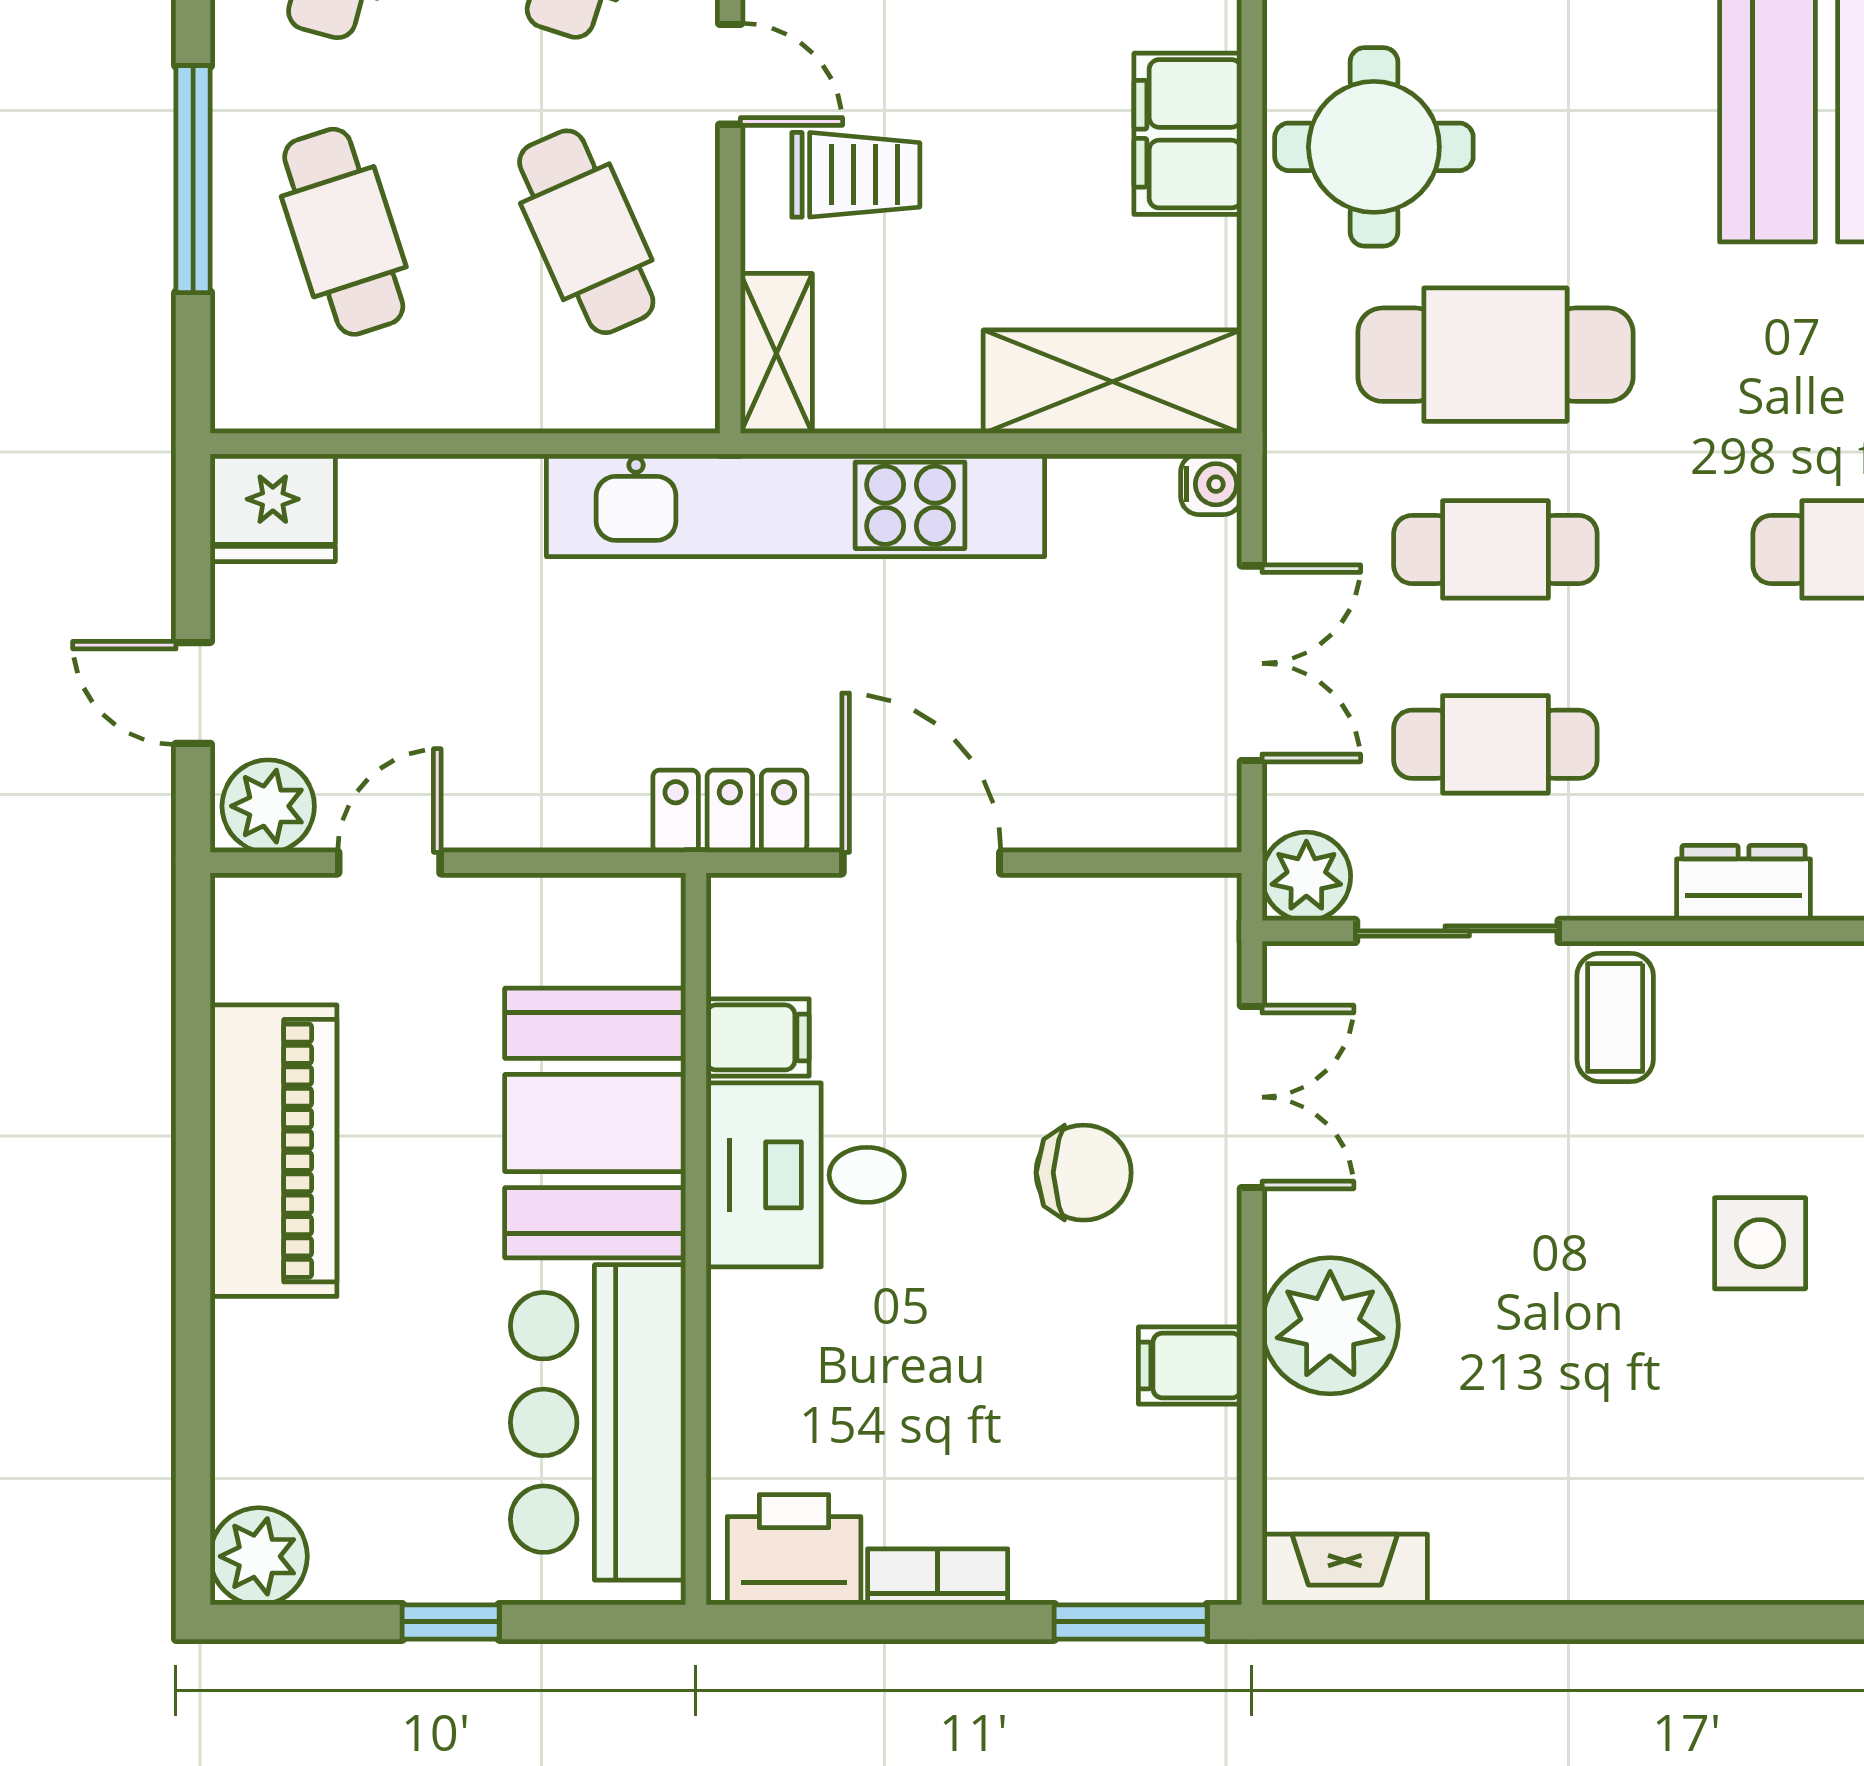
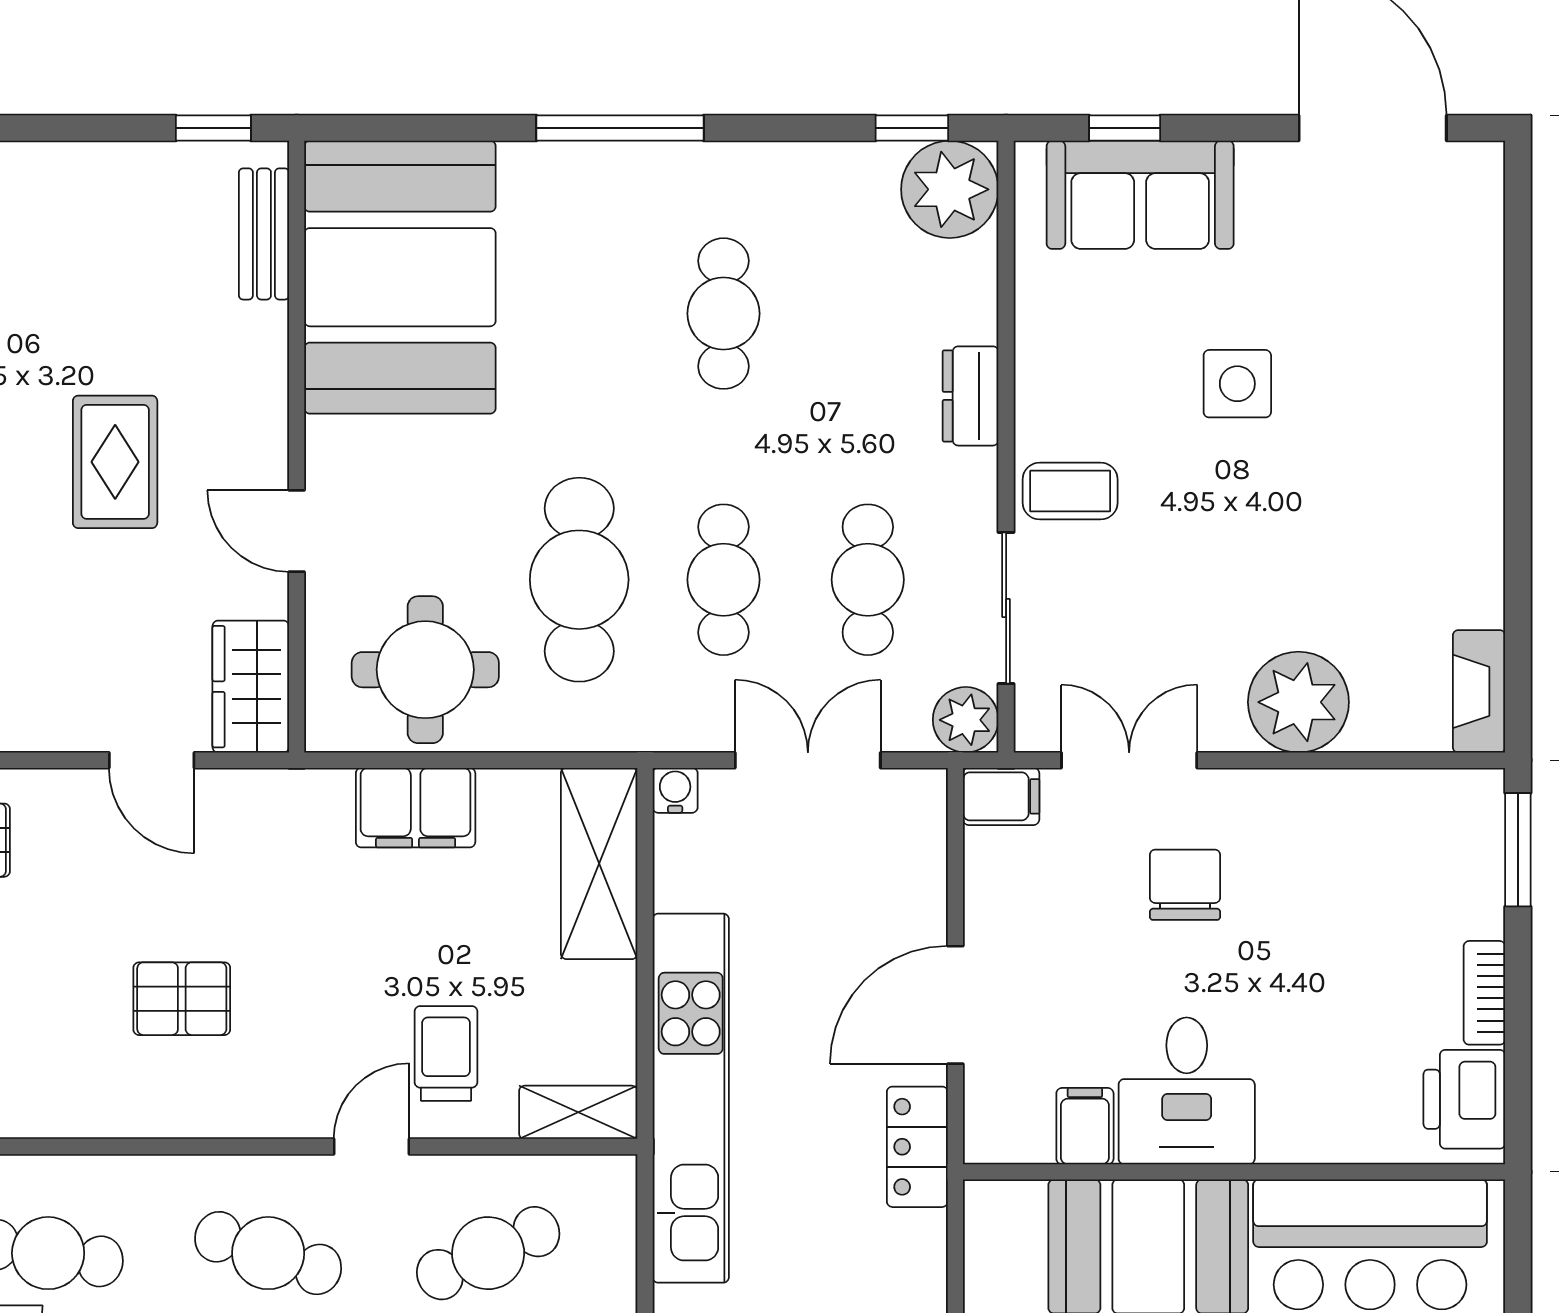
filing cabinet: (1190, 1366) -> (1001, 796), moved, turned -90

